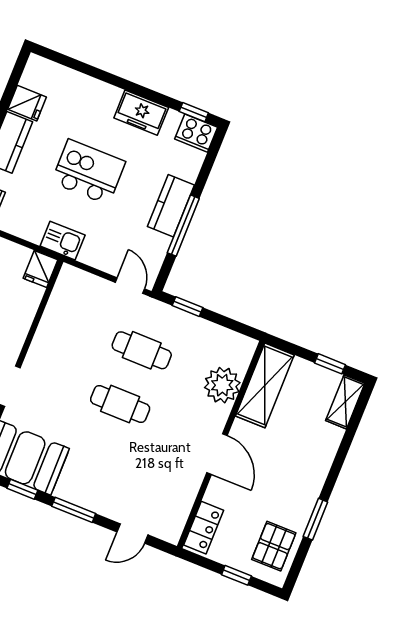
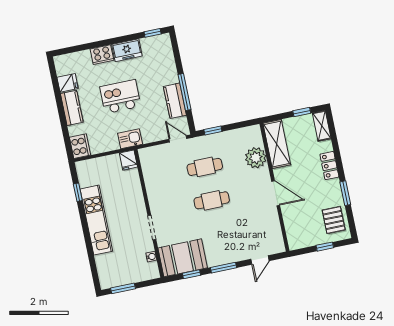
cooker: (196, 133) -> (102, 55), moved
kitchen counter: (171, 206) -> (175, 101), moved
locker: (204, 528) -> (329, 166), moved, turned 180

